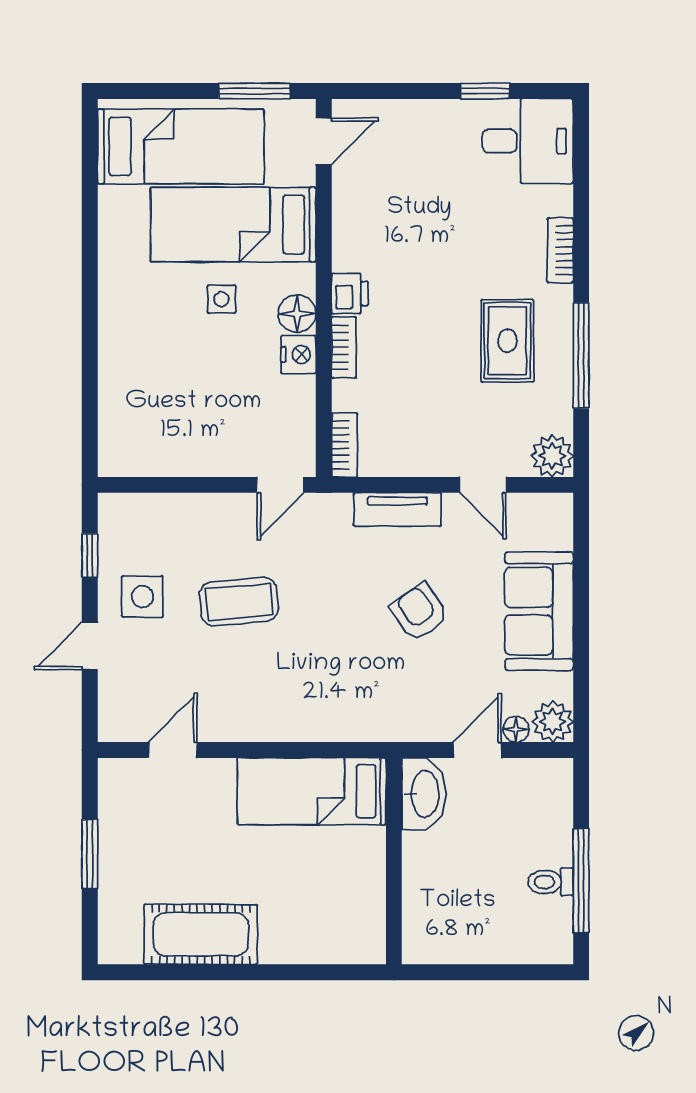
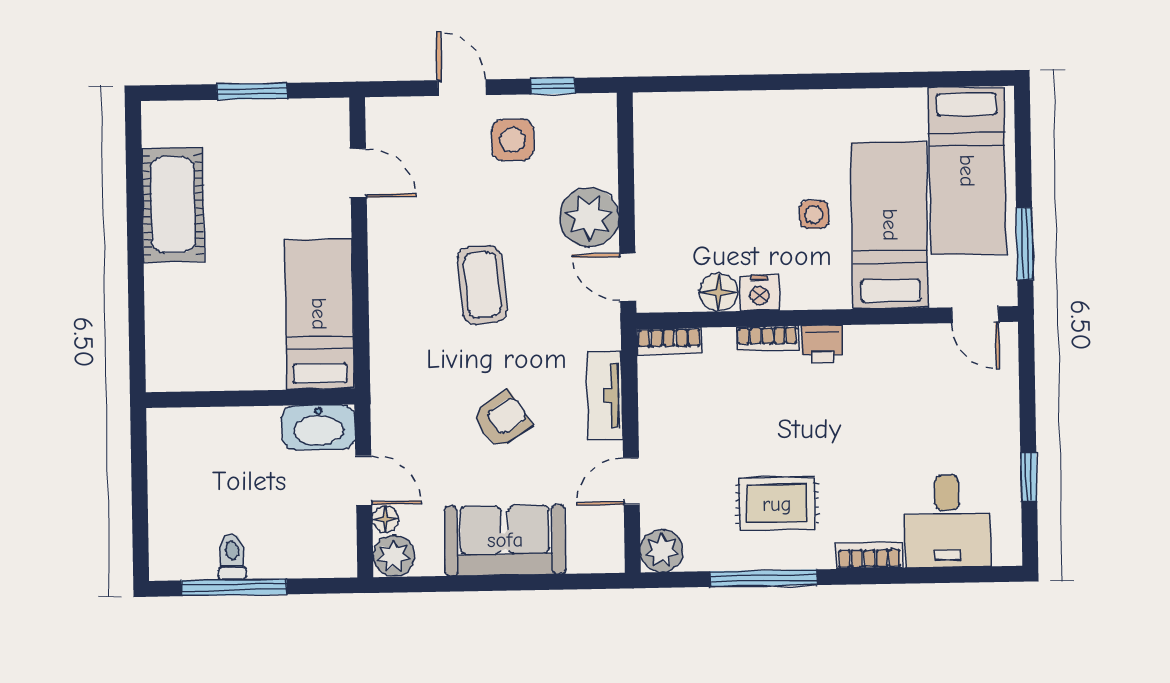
desk: (528, 141) -> (947, 521), moved
floor lamp: (297, 313) -> (718, 292), moved
plant: (221, 522) -> (589, 217), added
coffee table: (239, 602) -> (482, 285), moved

